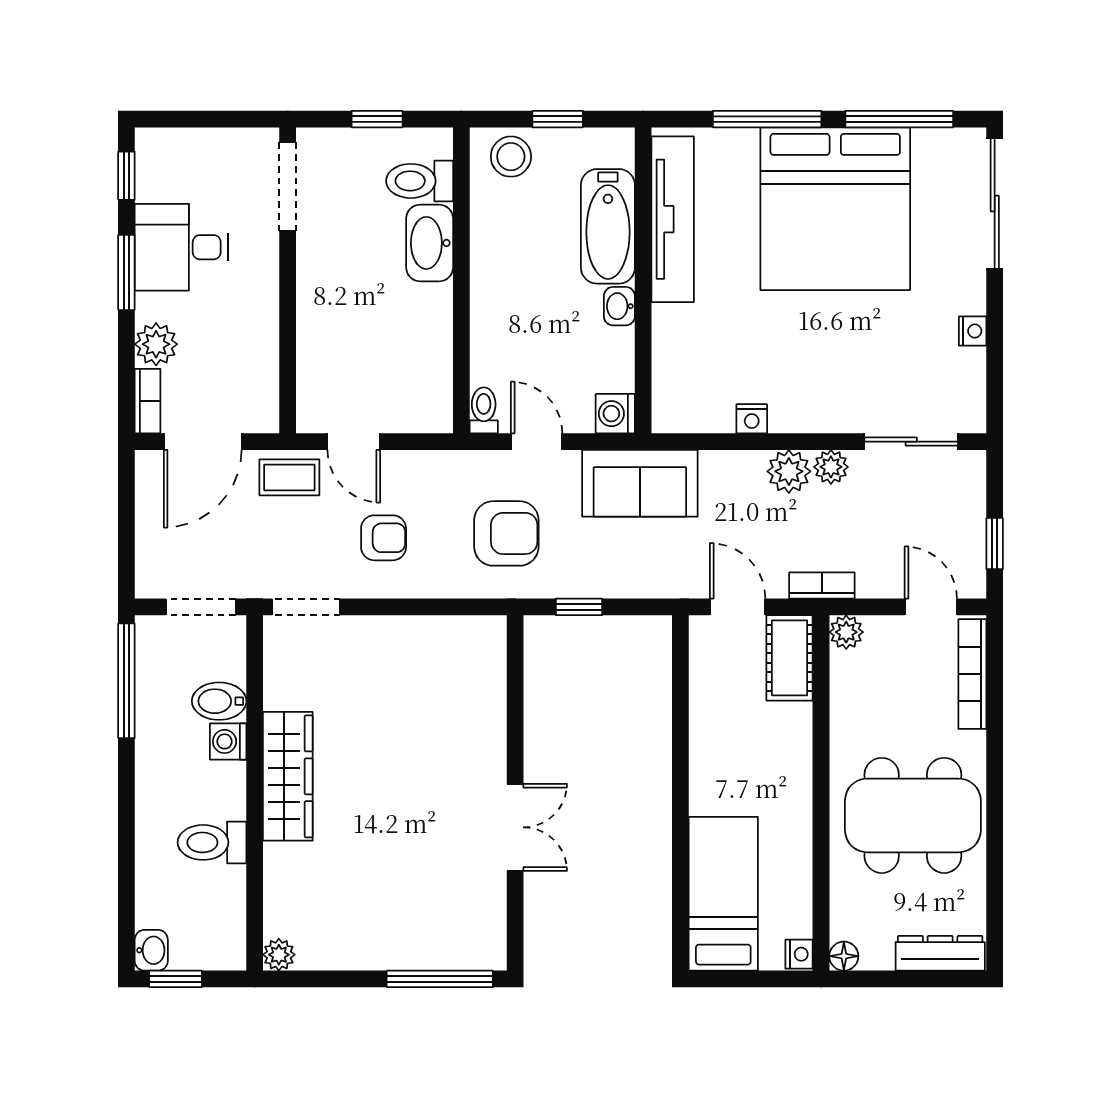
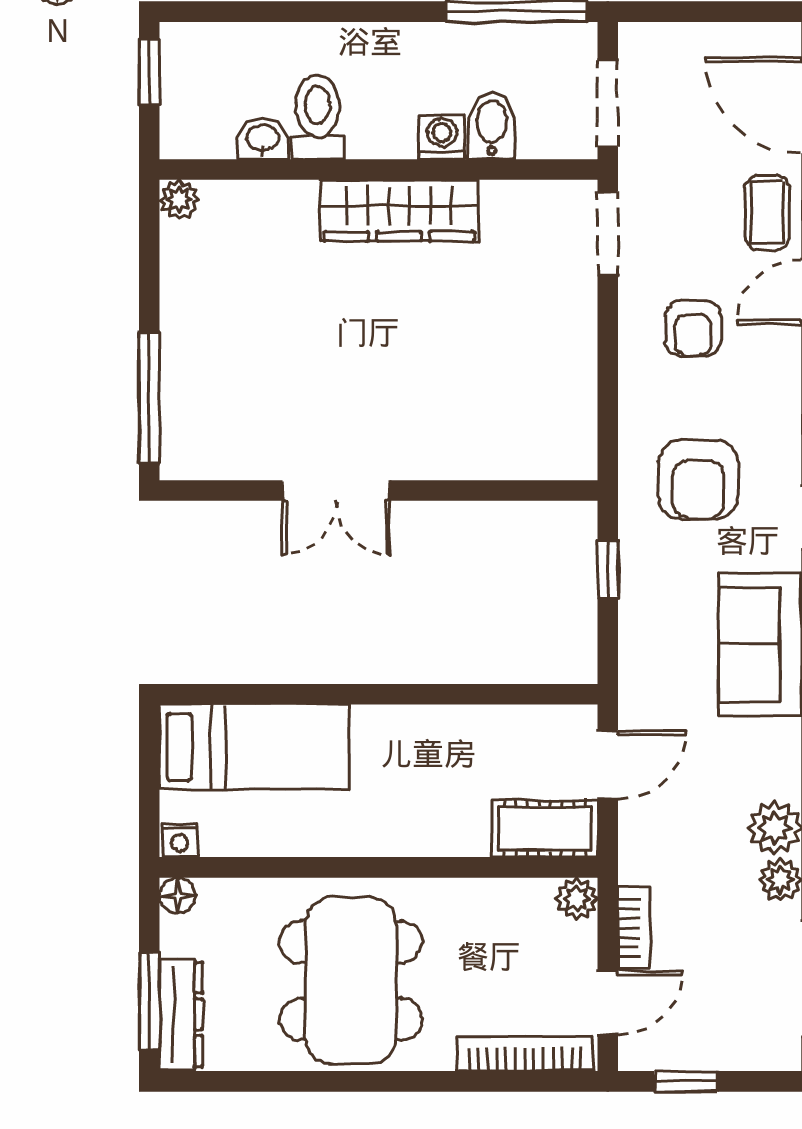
bookcase: (822, 586) -> (634, 928), moved
washbasin: (151, 950) -> (263, 139), moved, turned 180
window: (930, 979) -> (149, 1002), added

